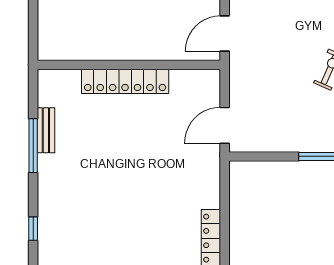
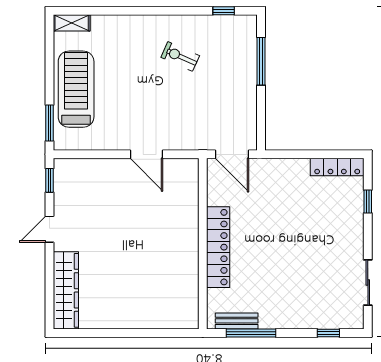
wall: (129, 65) -> (203, 244), moved
locker: (125, 81) -> (218, 247), moved

